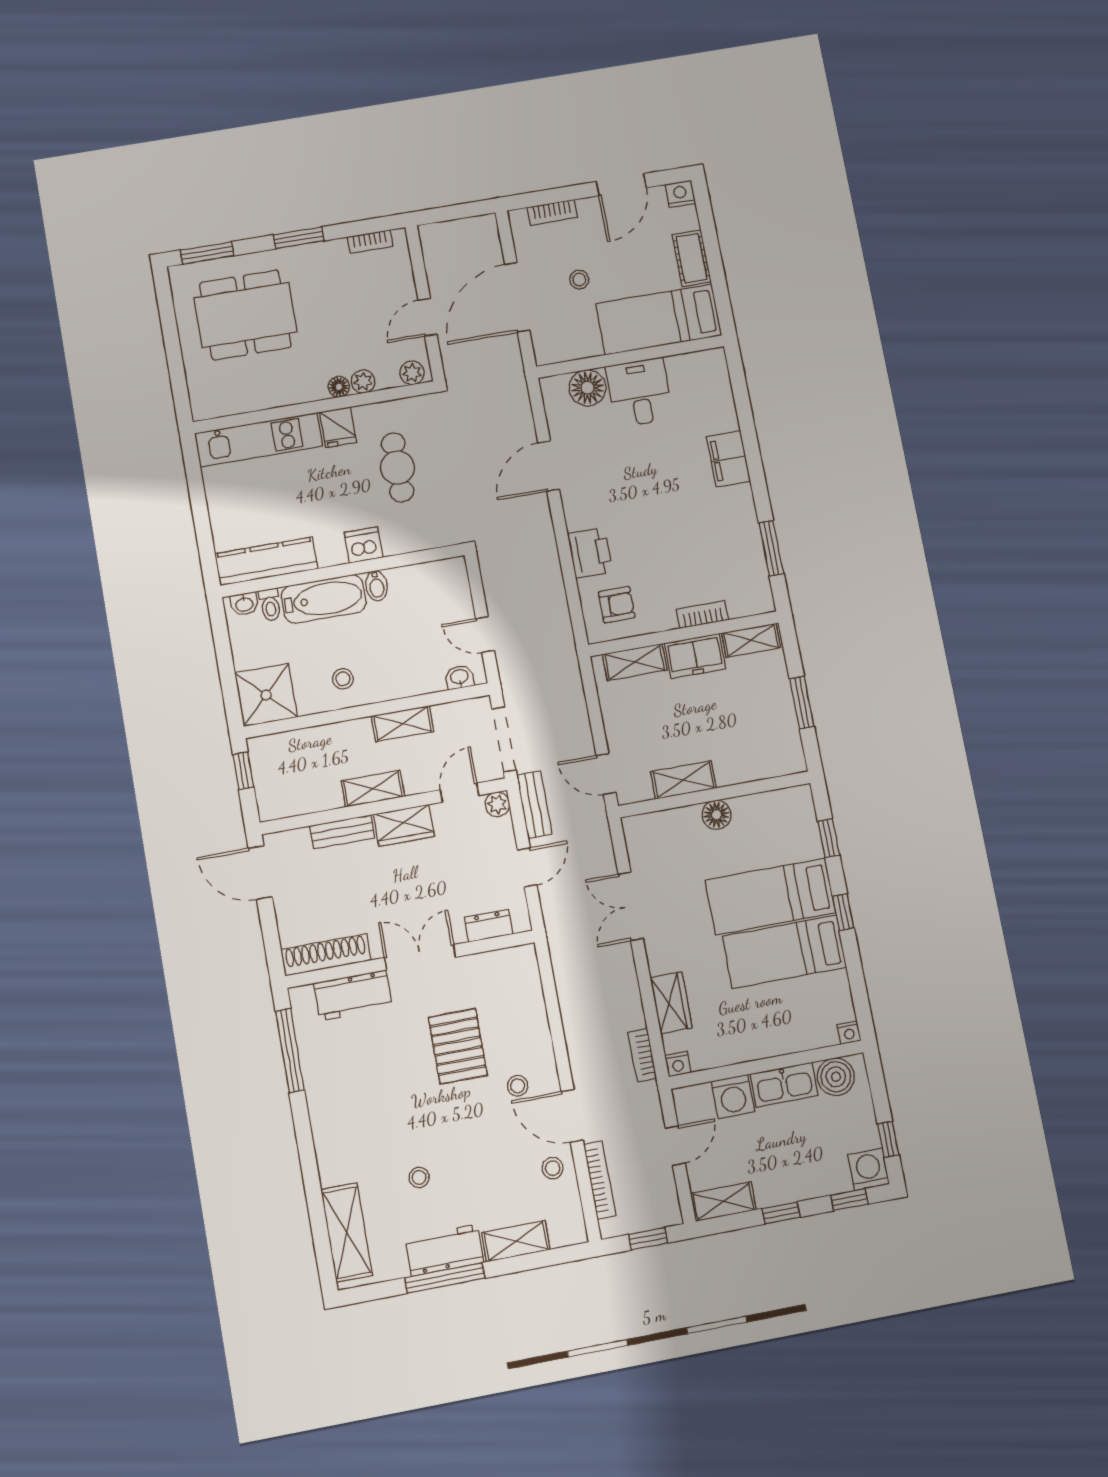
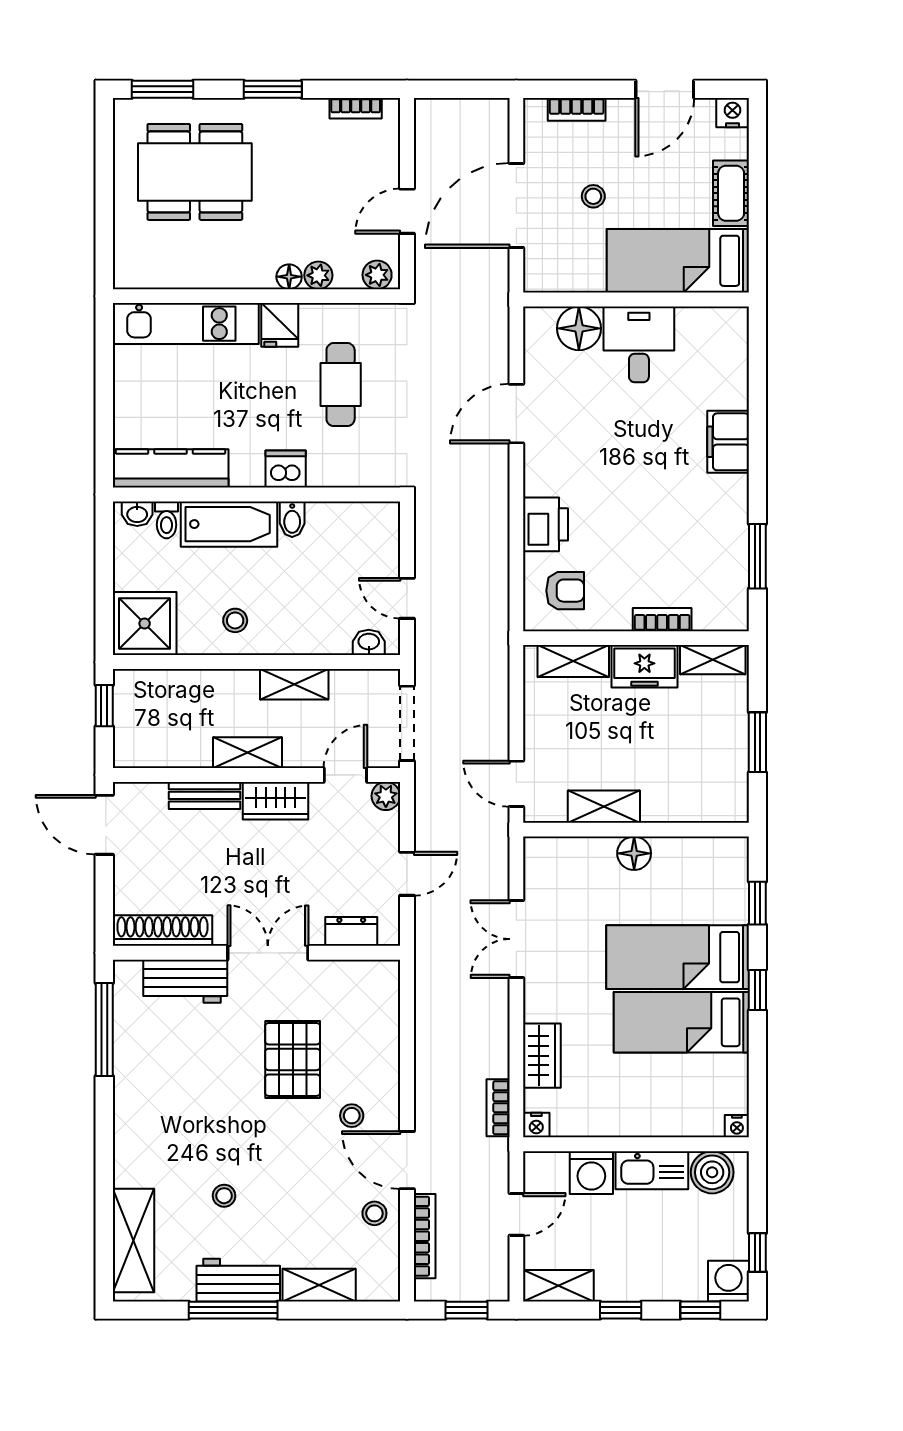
bench: (534, 805) -> (428, 804), removed

